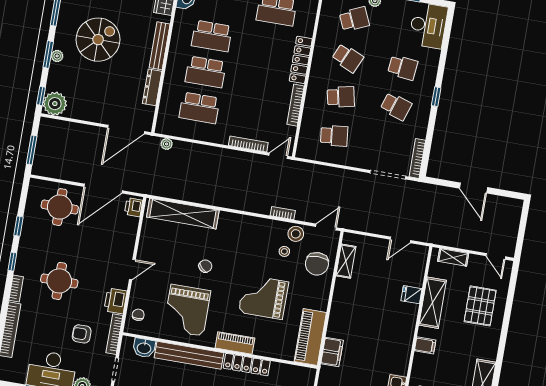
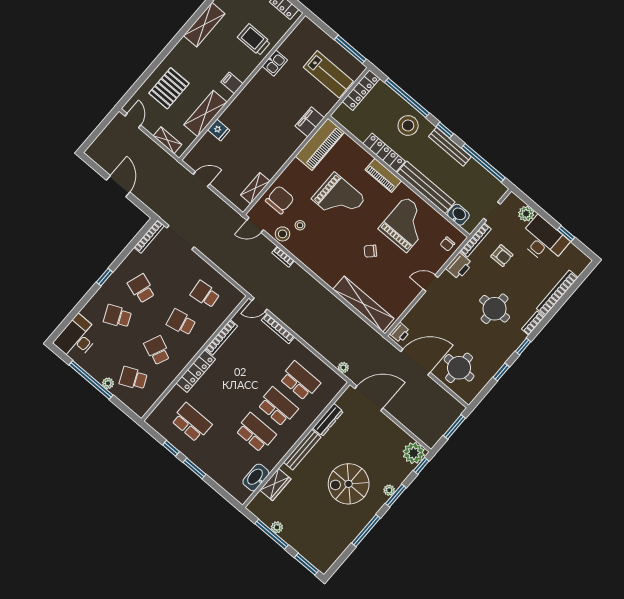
school desk: (403, 67) -> (118, 316), turned -30

